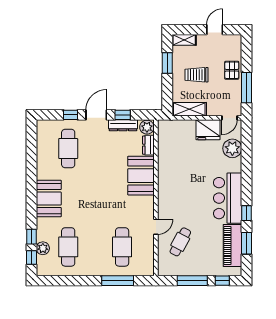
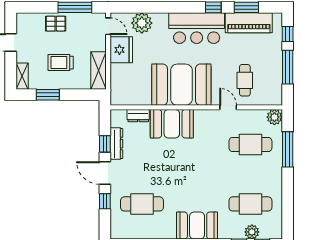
trolley: (196, 75) -> (61, 63), turned 90
plant: (147, 127) -> (274, 117), moved
booth: (176, 184) -> (181, 85), added
cafe table: (180, 242) -> (245, 80), turned 62

